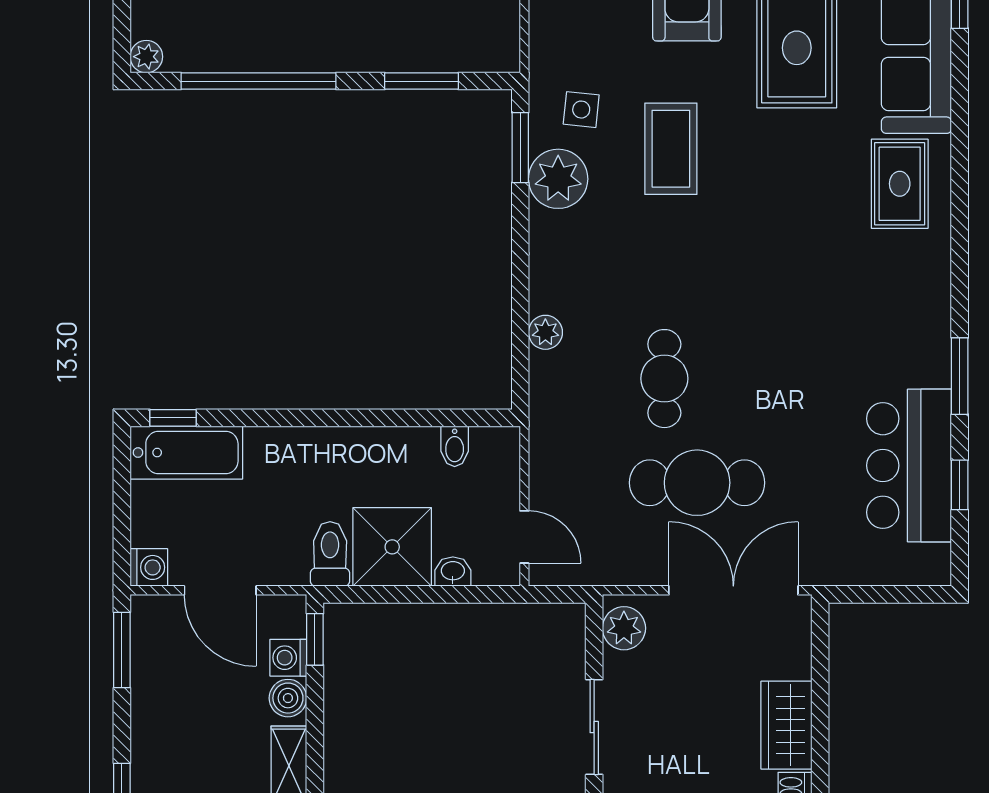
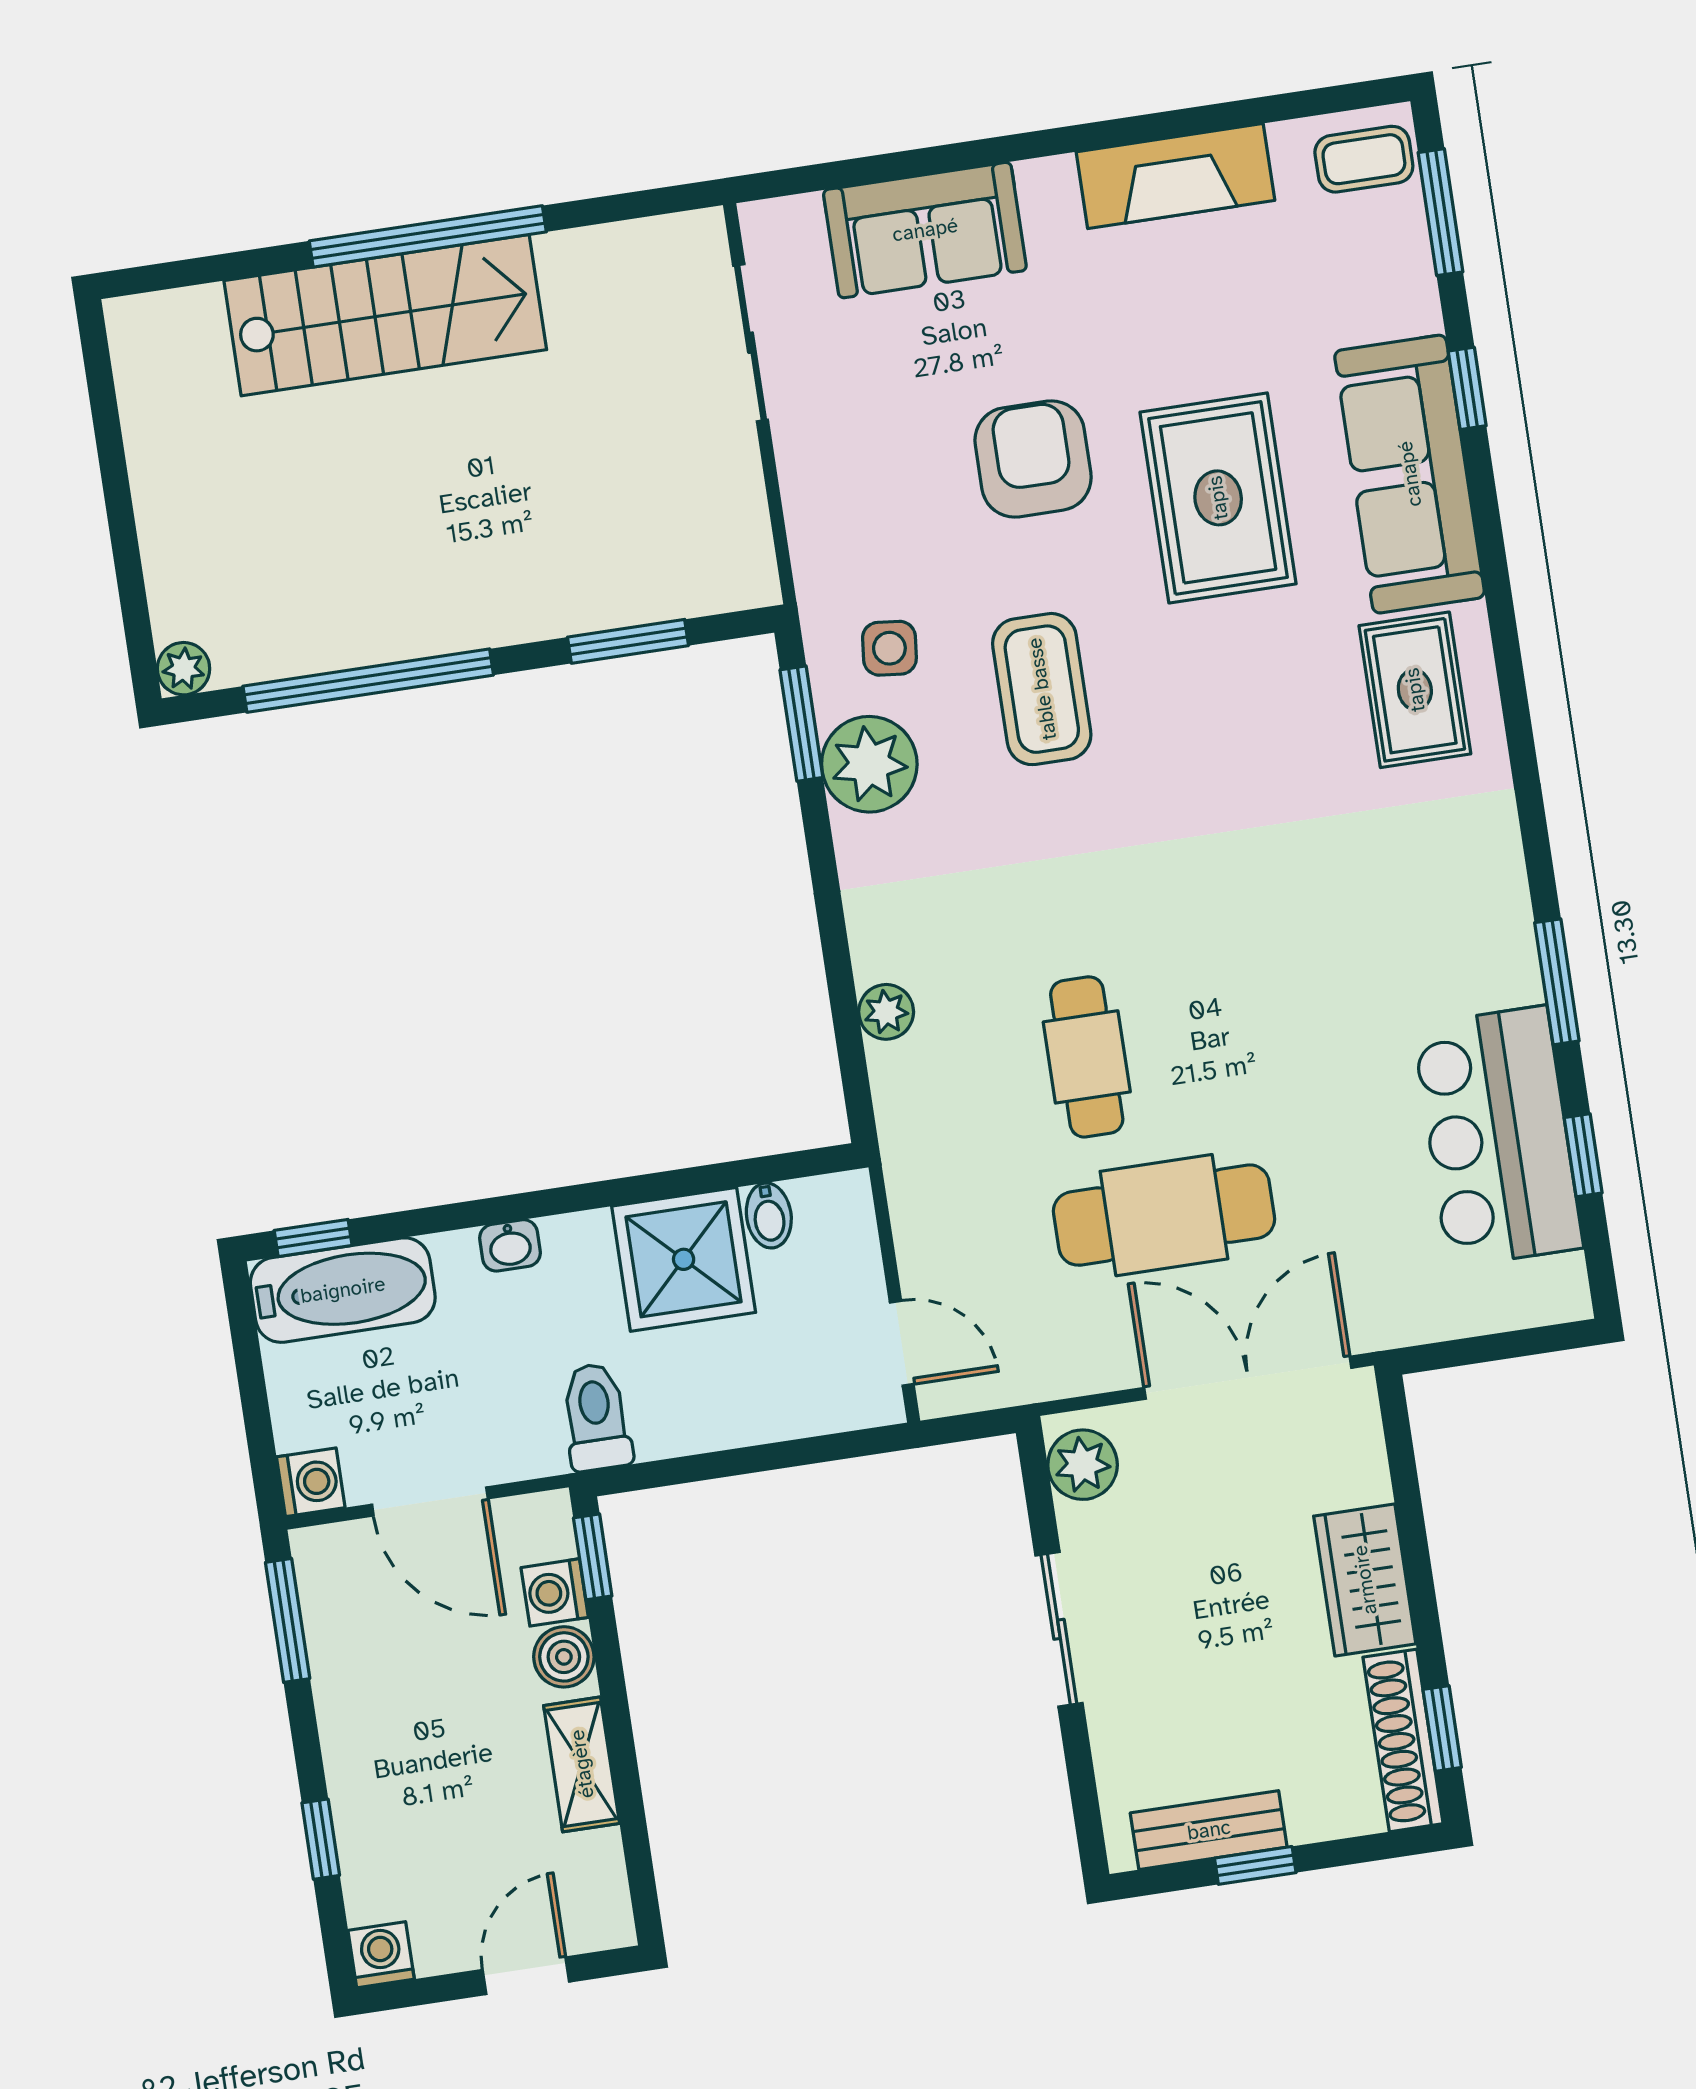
shower: (392, 547) -> (684, 1259), moved
washbasin: (453, 572) -> (510, 1245), moved, turned 180

